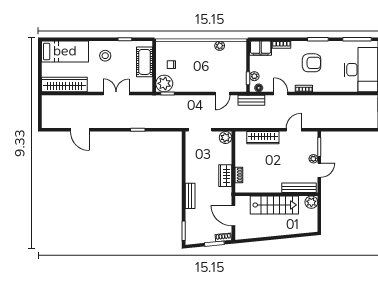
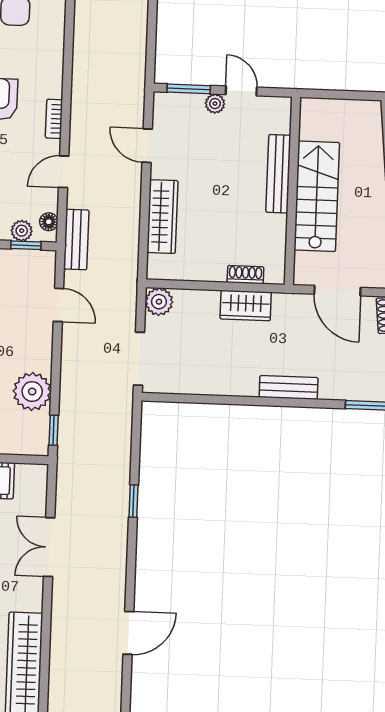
plant: (164, 83) -> (32, 392), moved
bench: (299, 188) -> (278, 174), moved
plant: (311, 202) -> (314, 112), removed
door: (233, 216) -> (337, 291), hinge flipped

